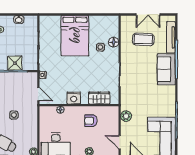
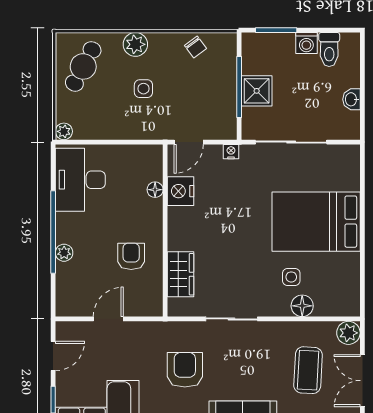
armchair: (143, 96) -> (185, 370), added
nightstand: (74, 98) -> (181, 191), moved
plant: (126, 116) -> (348, 333), moved
door: (120, 142) -> (108, 319), moved

